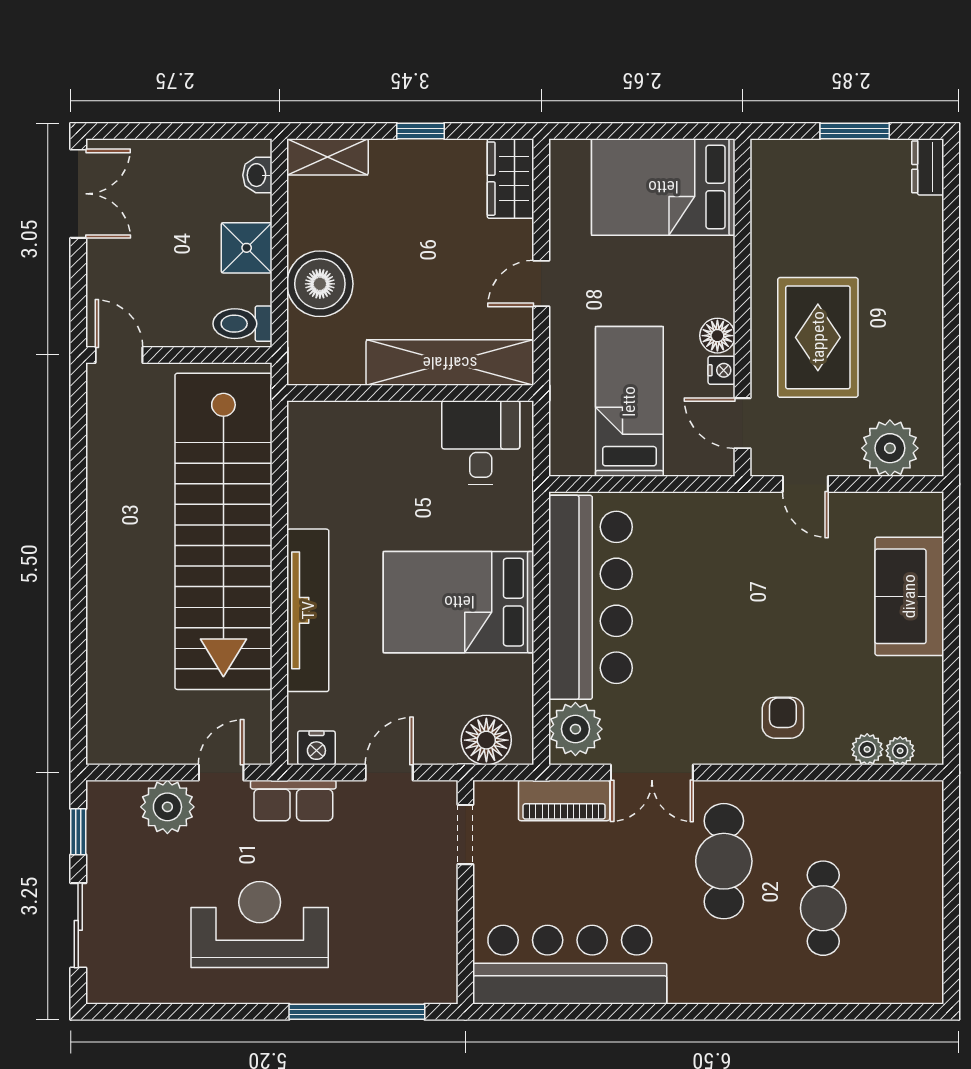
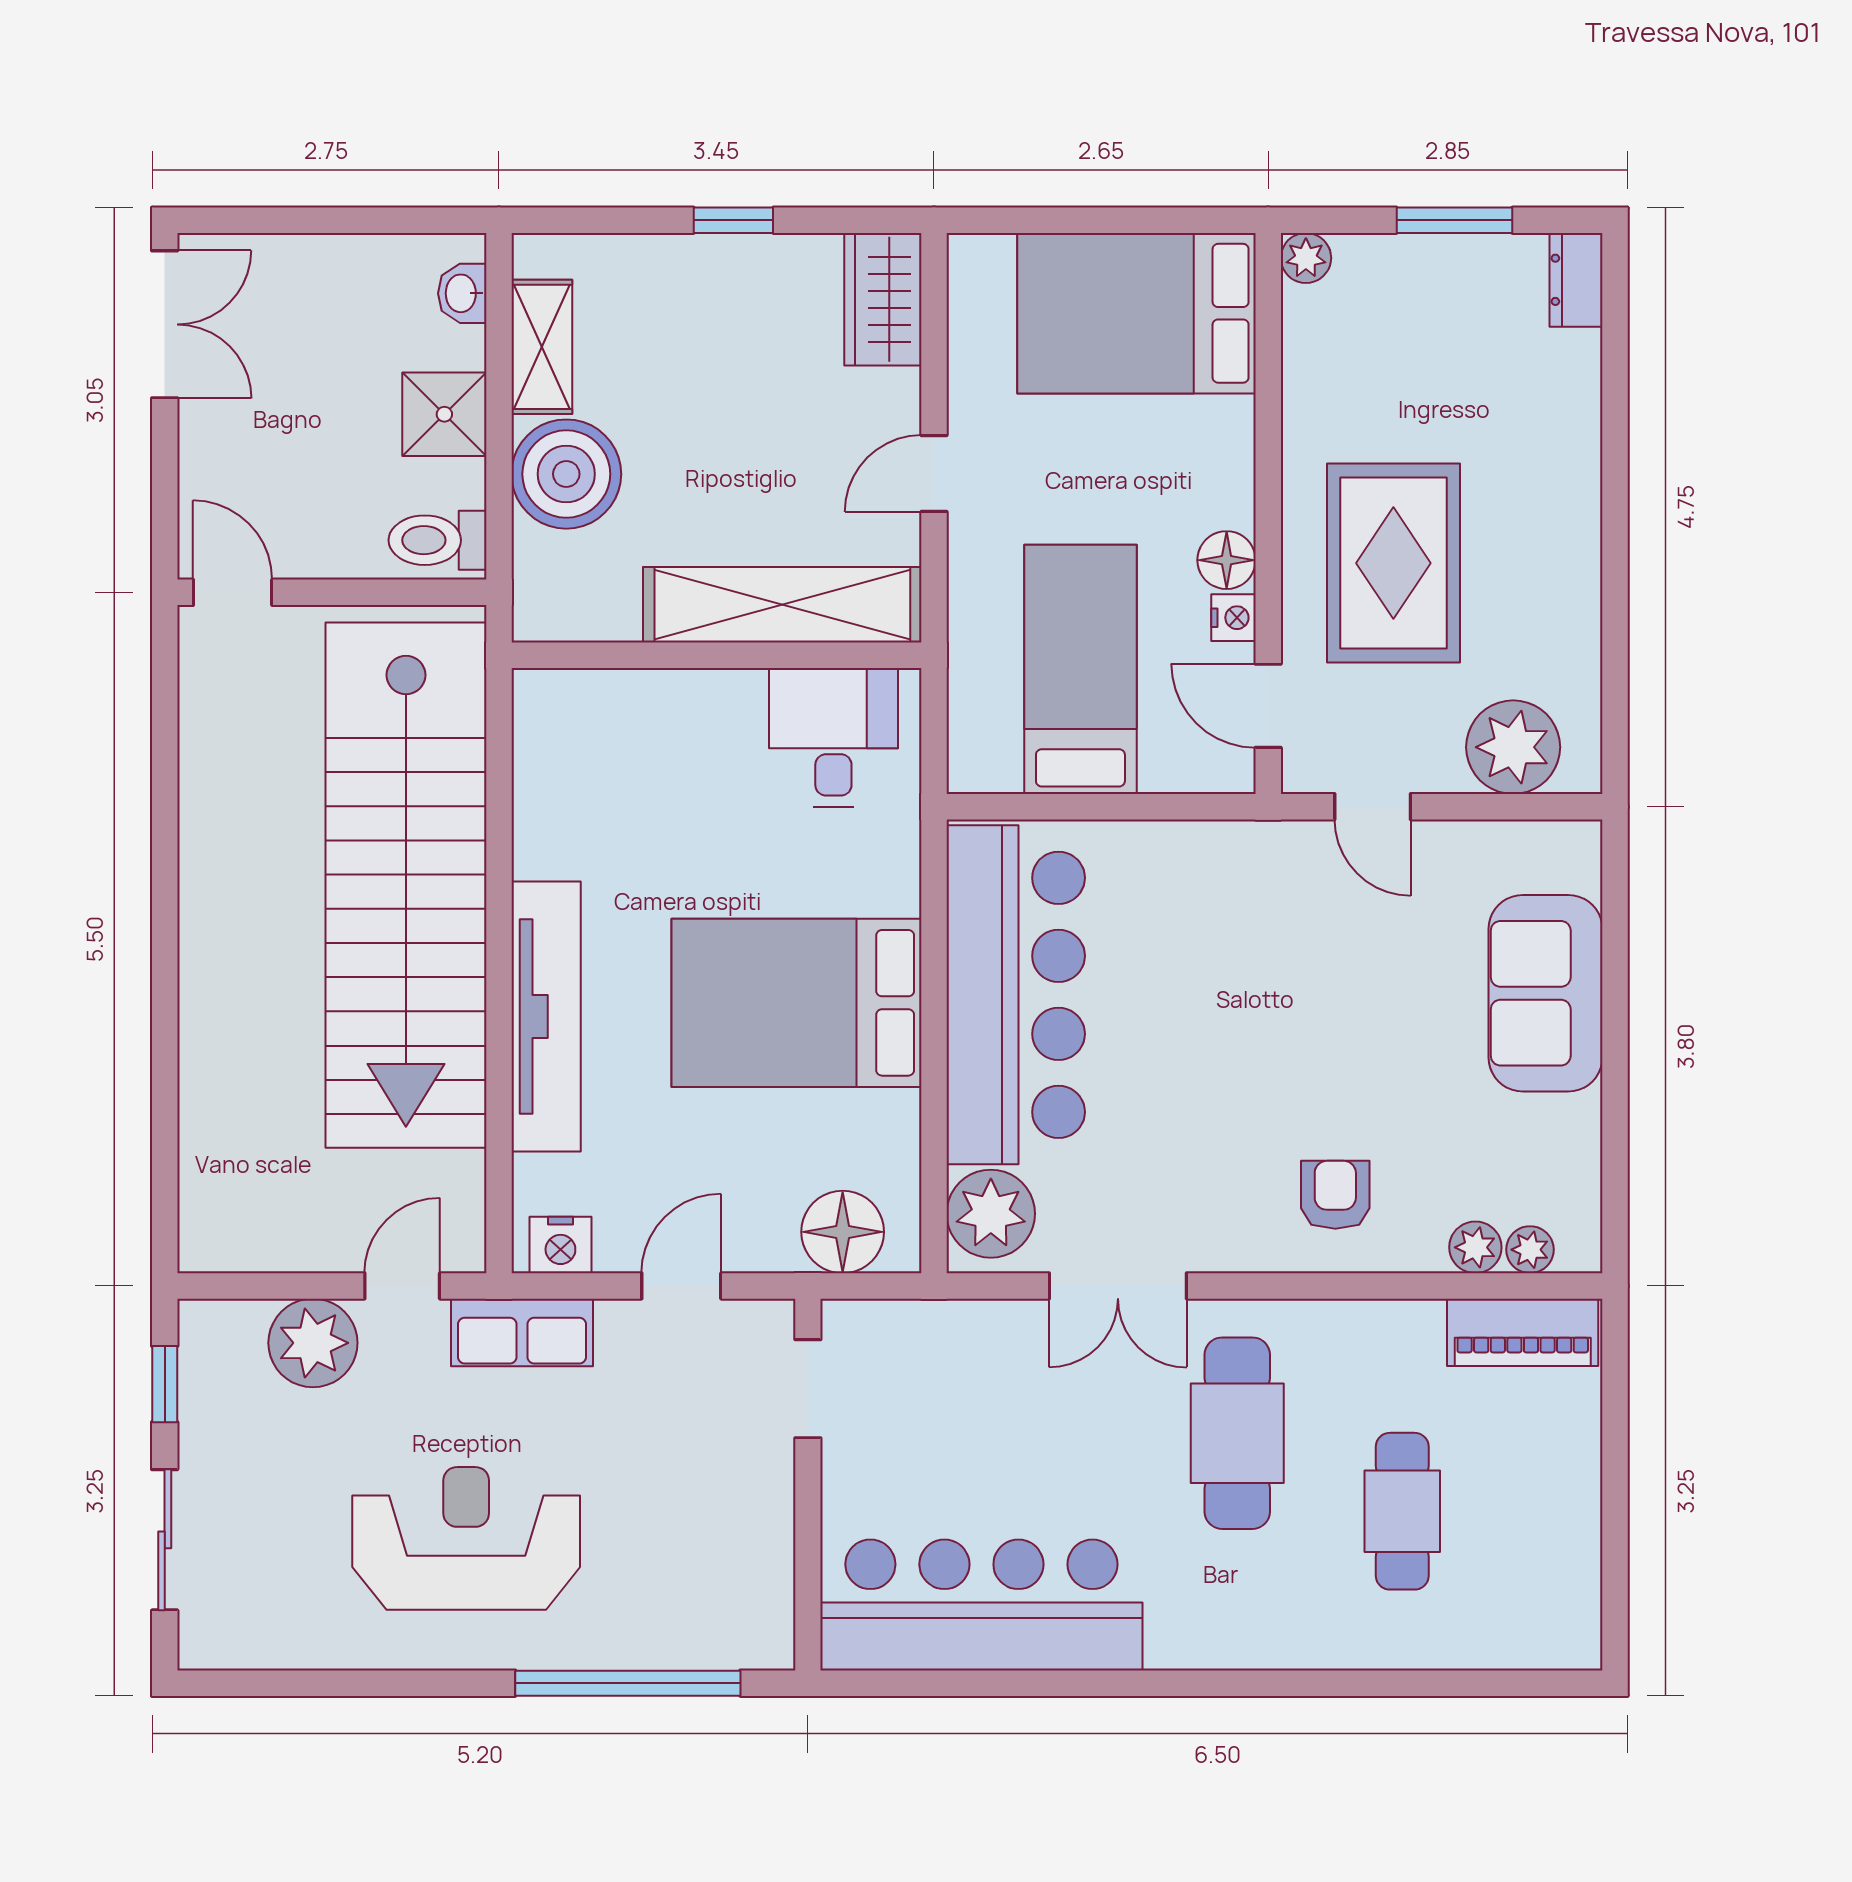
plant: (765, 154) -> (1306, 258), added
shelving: (328, 157) -> (542, 347), moved, turned 90
piano: (564, 800) -> (1523, 1332), moved

